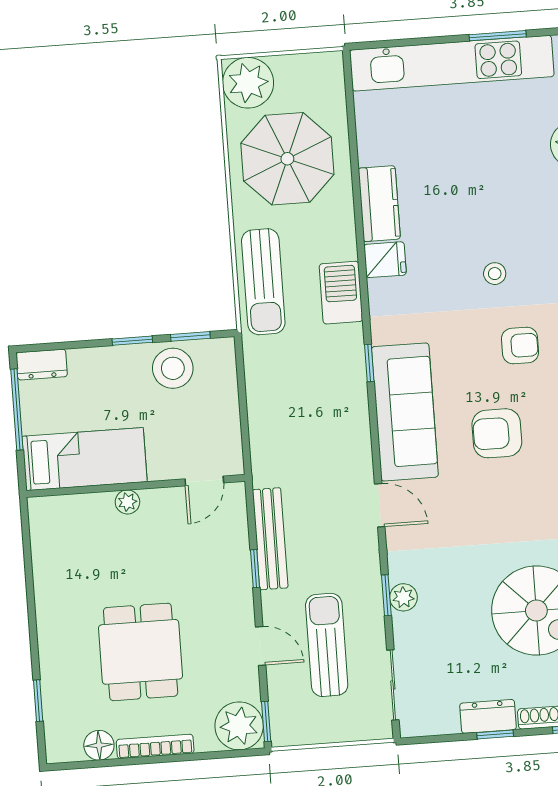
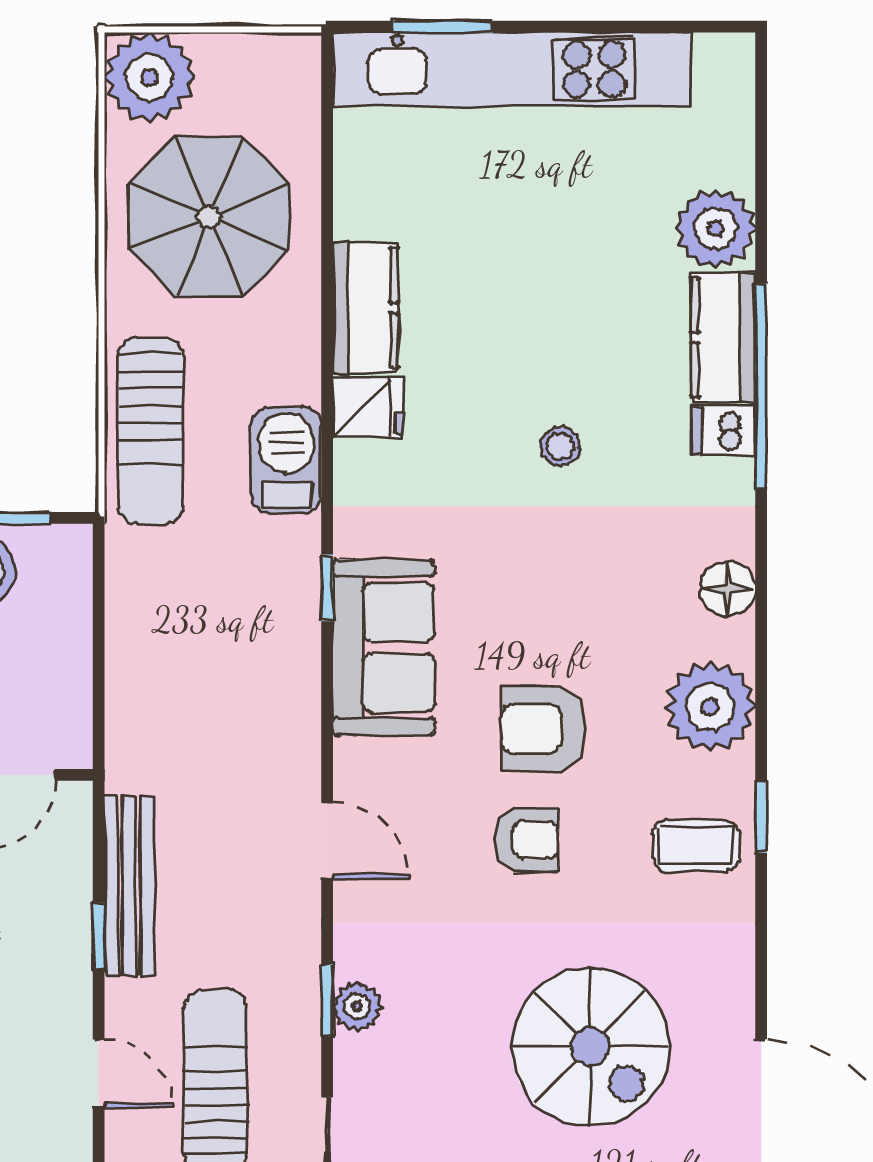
window: (498, 36) -> (443, 27), moved
armchair: (520, 345) -> (527, 840), moved
sofa: (405, 412) -> (384, 647), width x0.73

